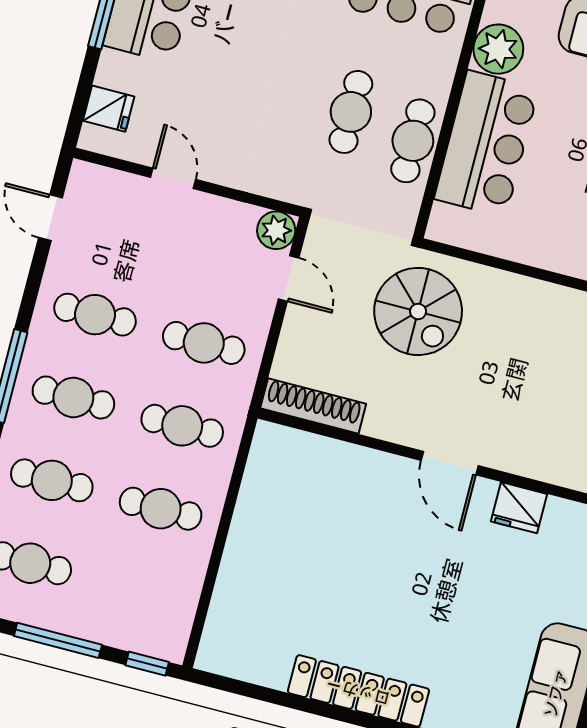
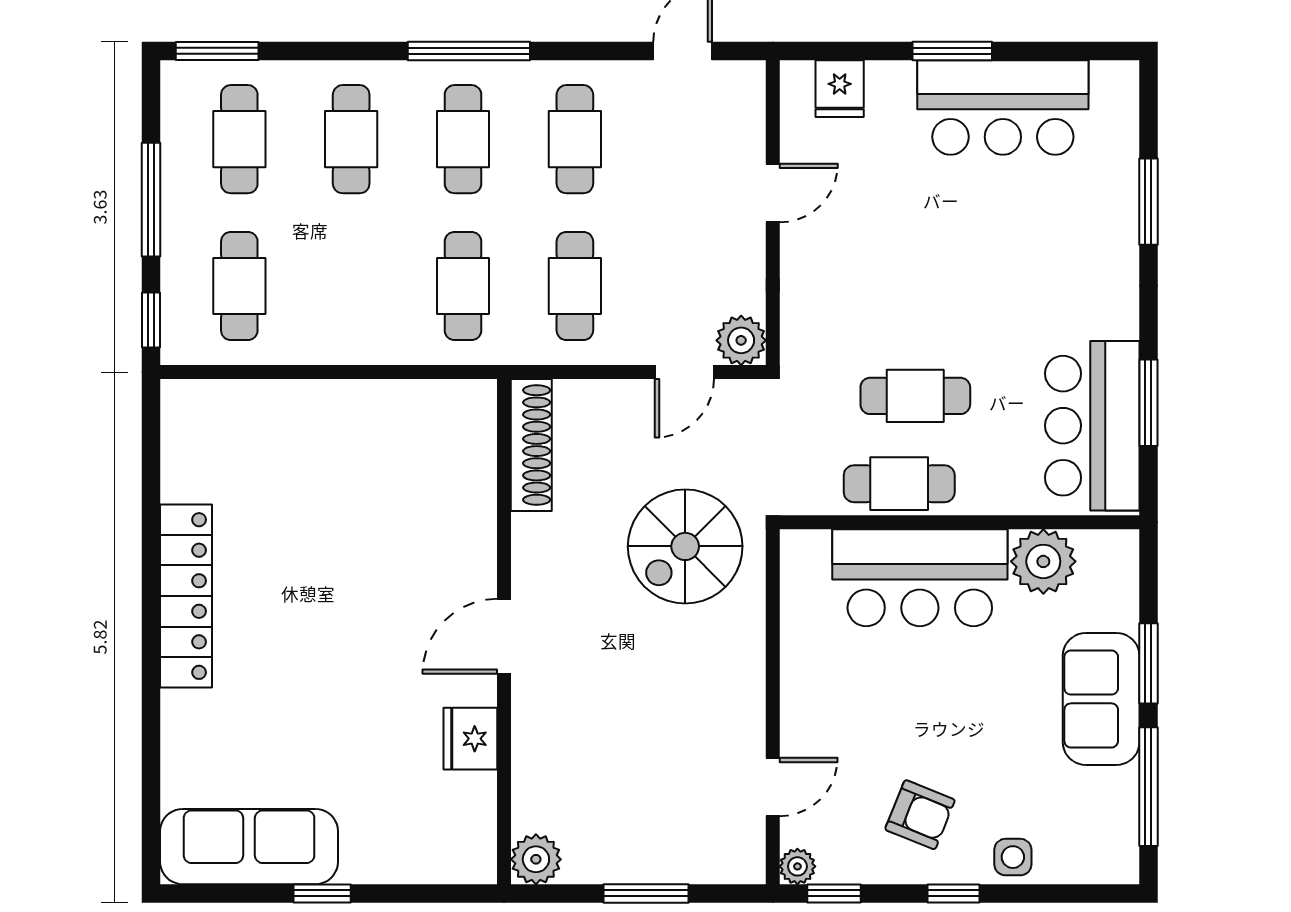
cafe table: (161, 509) -> (239, 286), moved

